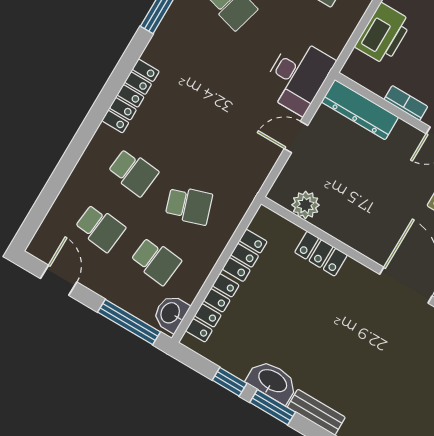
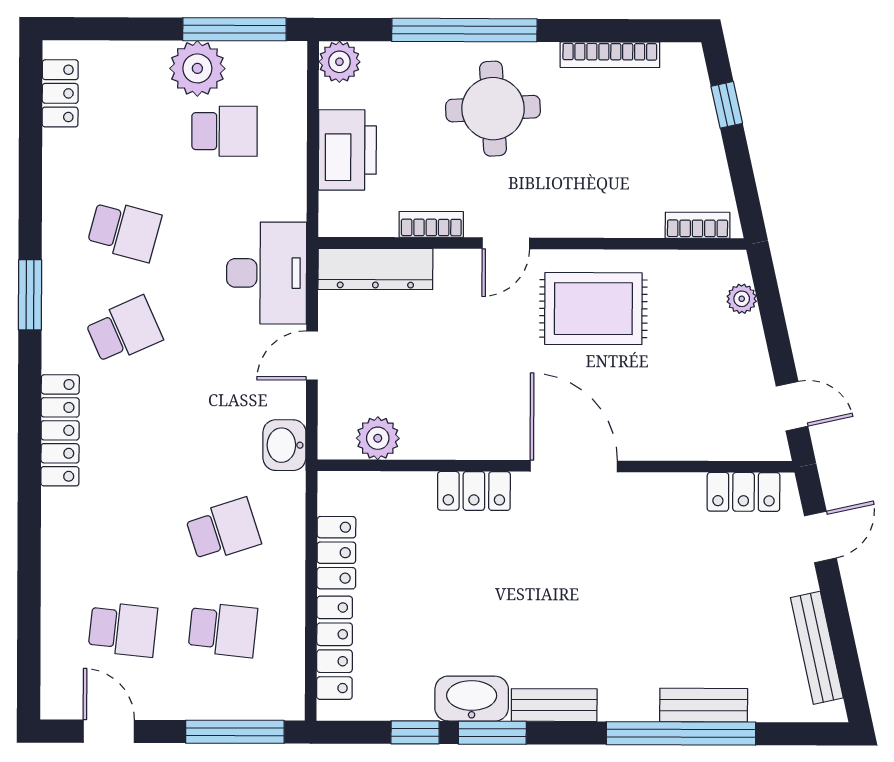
school desk: (133, 172) -> (124, 330), moved, turned -30
locker: (321, 254) -> (474, 491), moved
washbasin: (171, 313) -> (284, 445), moved

